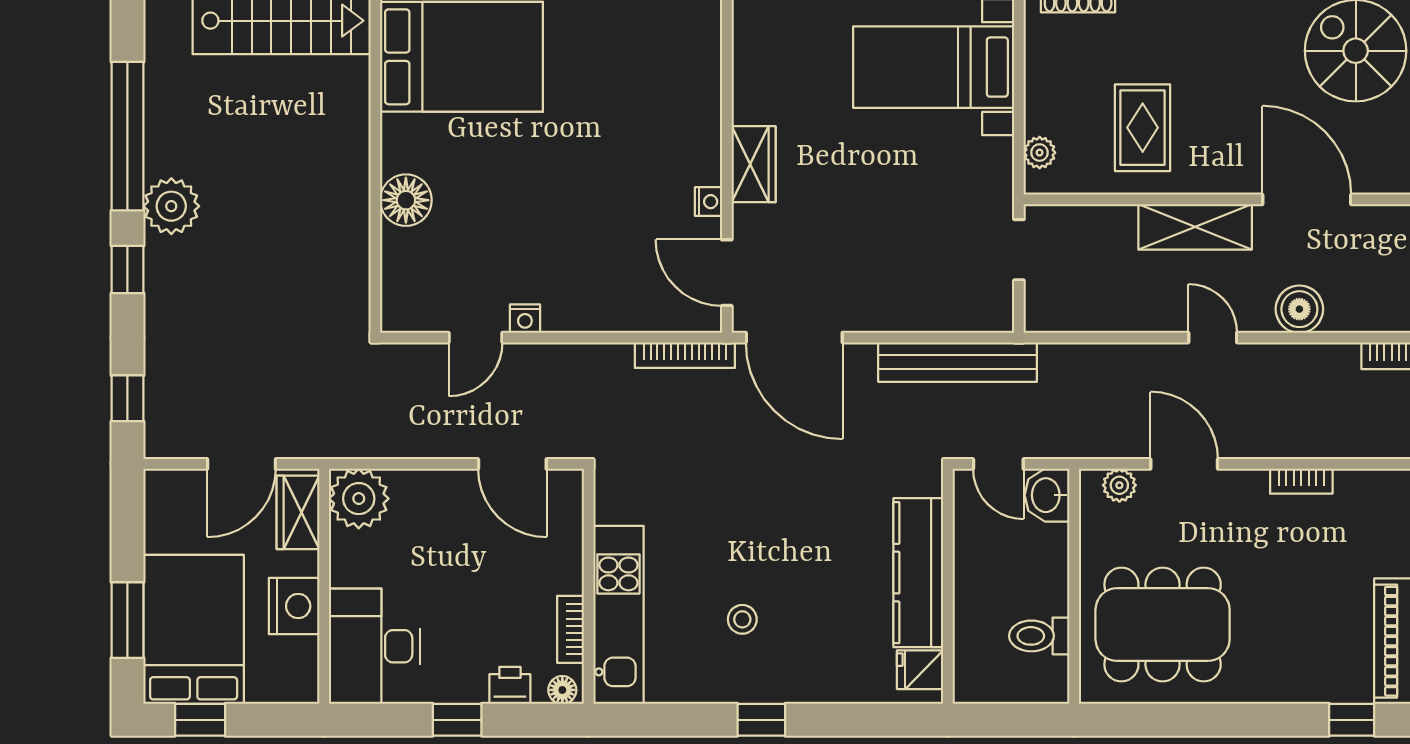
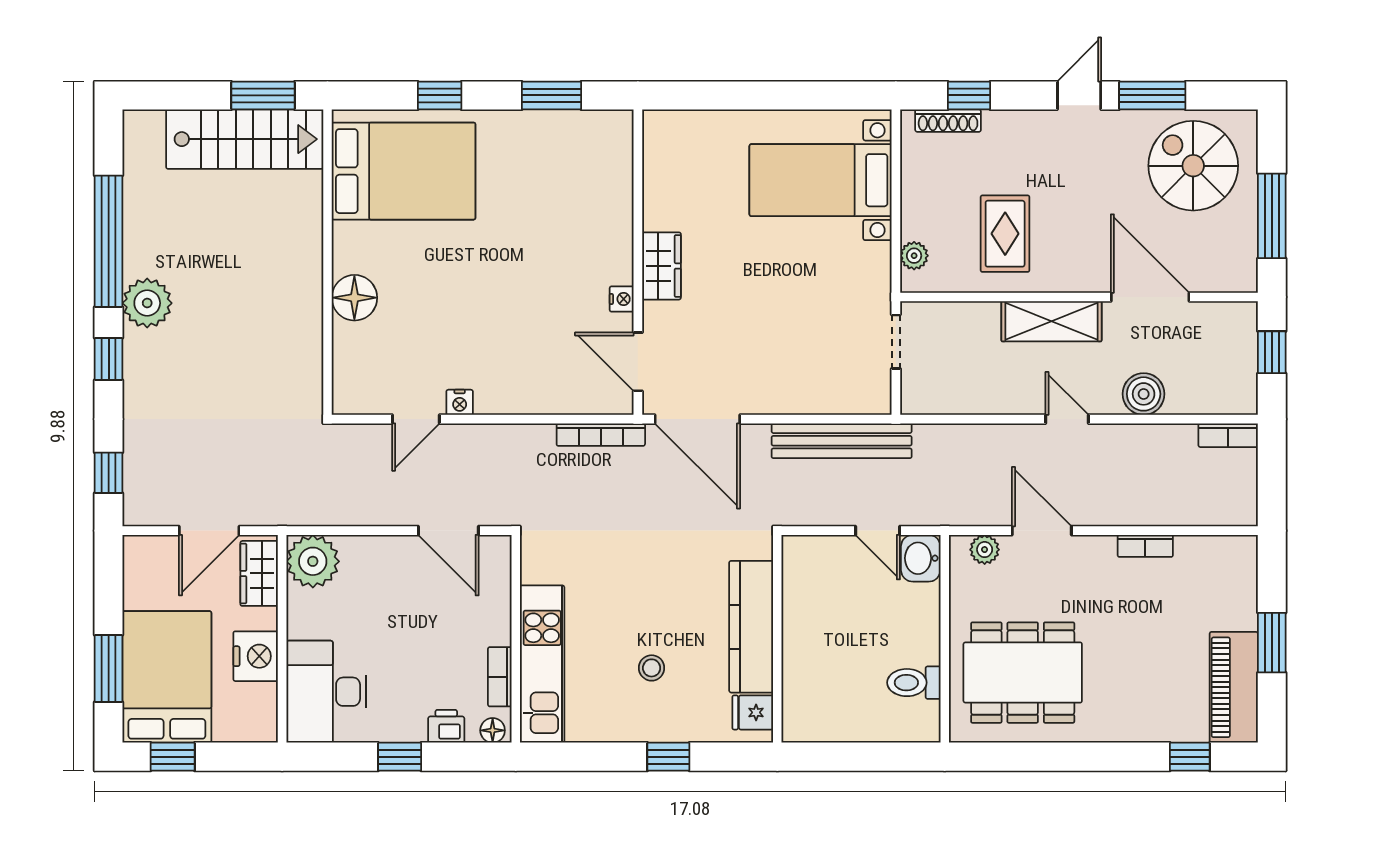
kitchen counter: (918, 573) -> (751, 627), moved
wall: (948, 586) -> (777, 639), moved
fridge: (920, 670) -> (753, 712), moved

